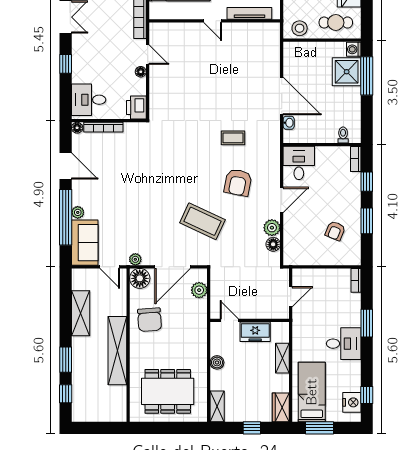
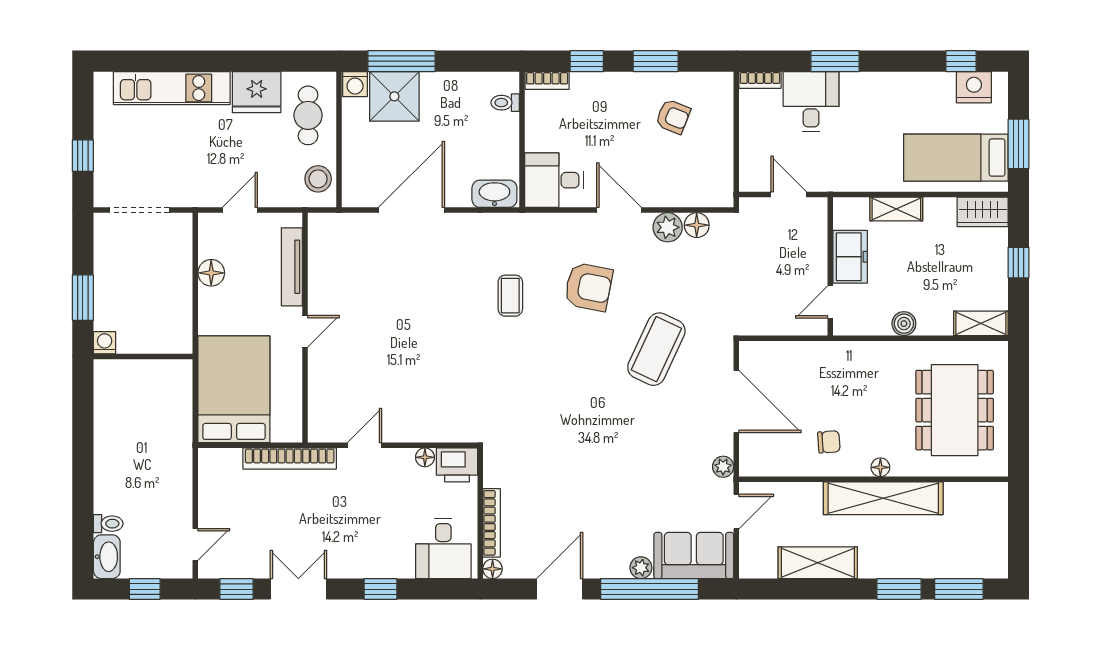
floor lamp: (141, 72) -> (425, 457), moved
door: (282, 96) -> (411, 210), moved
washbasin: (289, 123) -> (494, 194), width x1.91, depth x1.45
floor lamp: (140, 278) -> (880, 467), moved, width x0.53, depth x0.53
plant: (199, 290) -> (777, 355), removed
chair: (150, 320) -> (829, 442), width x0.54, depth x0.54
desk: (344, 344) -> (811, 102), moved
window: (66, 394) -> (959, 589), width x1.50

